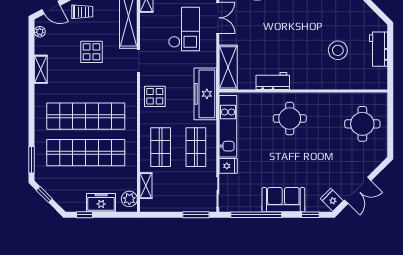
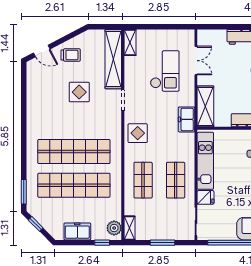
plant: (40, 32) -> (31, 73), removed
shelving: (41, 69) -> (32, 108), removed
freezer: (205, 94) -> (186, 119), width x0.52, depth x0.79
shelving: (146, 186) -> (129, 228), moved
freezer: (101, 203) -> (77, 231), moved
window: (84, 215) -> (102, 243), moved
window: (196, 215) -> (163, 243), moved

